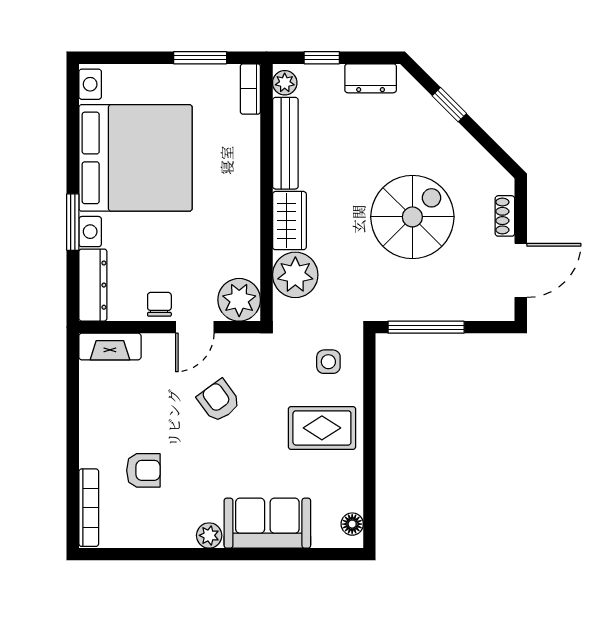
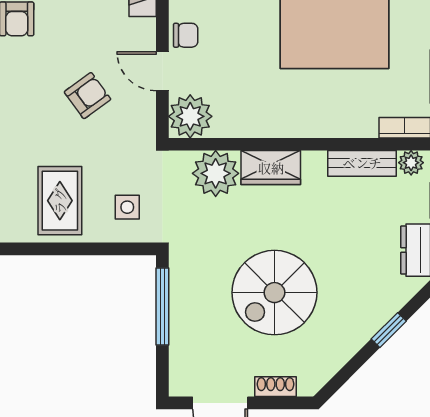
bench: (285, 143) -> (362, 163), width x0.73
spiral stairs: (412, 217) -> (274, 293), turned 90

